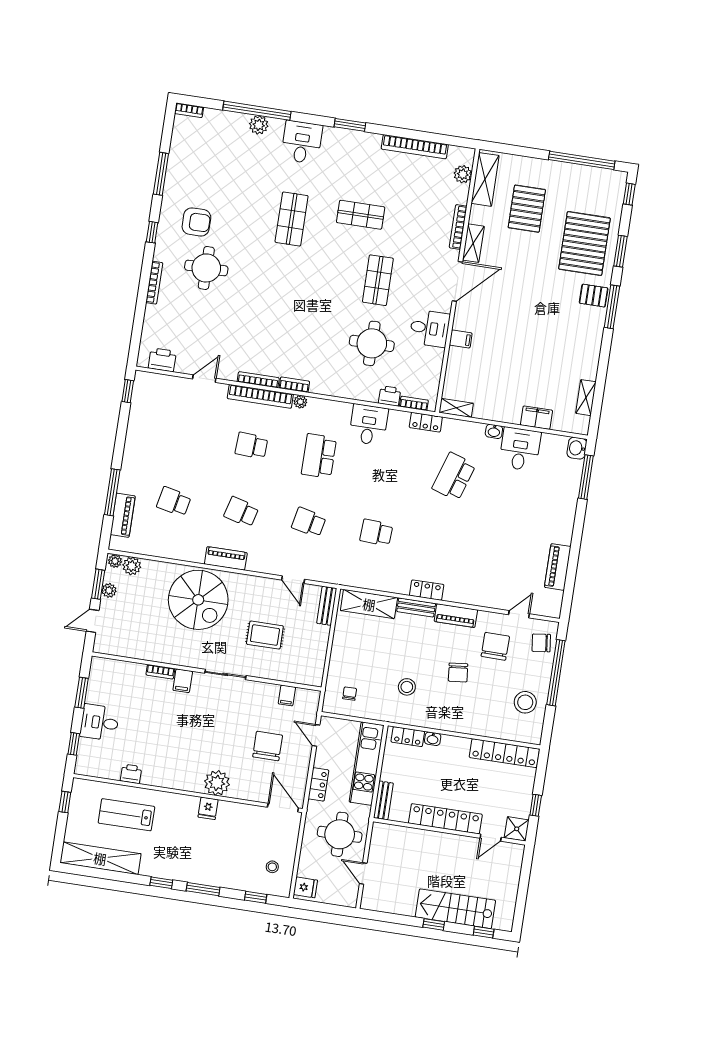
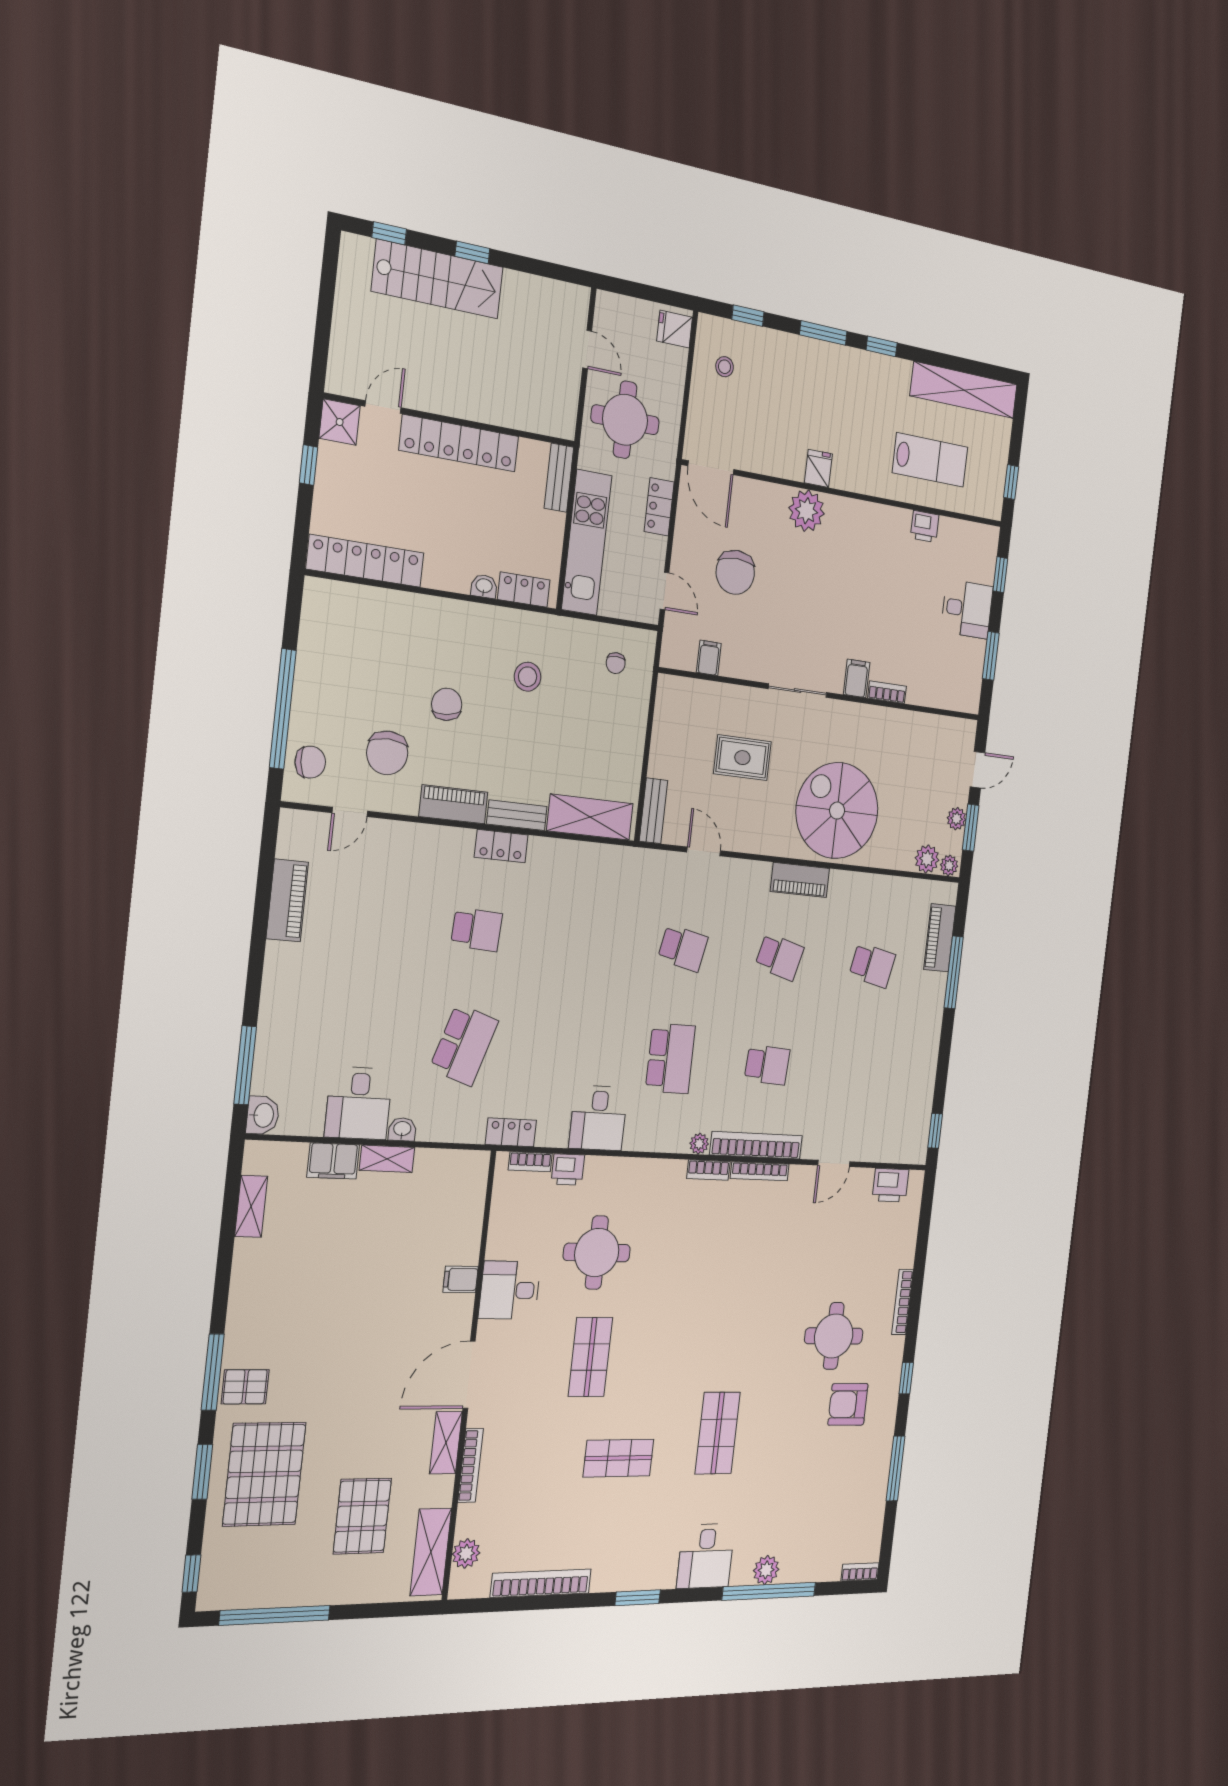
shelving: (456, 408) -> (387, 1159), moved
school desk: (376, 533) -> (477, 929), moved
stool: (525, 702) -> (333, 654), removed

